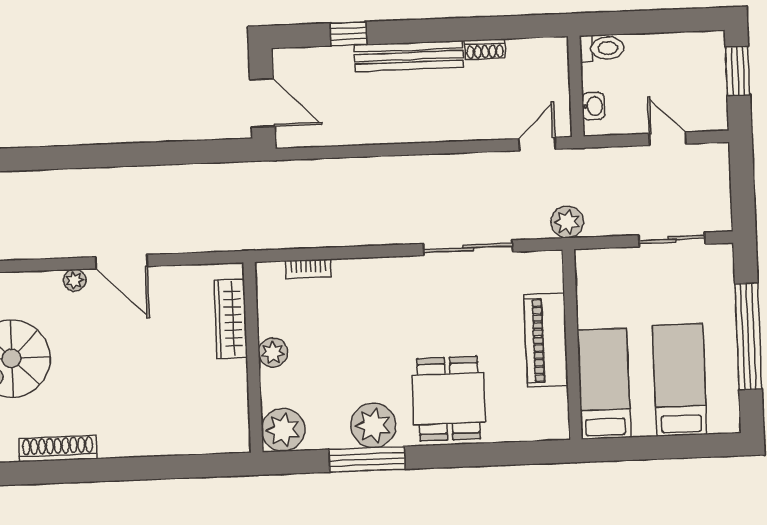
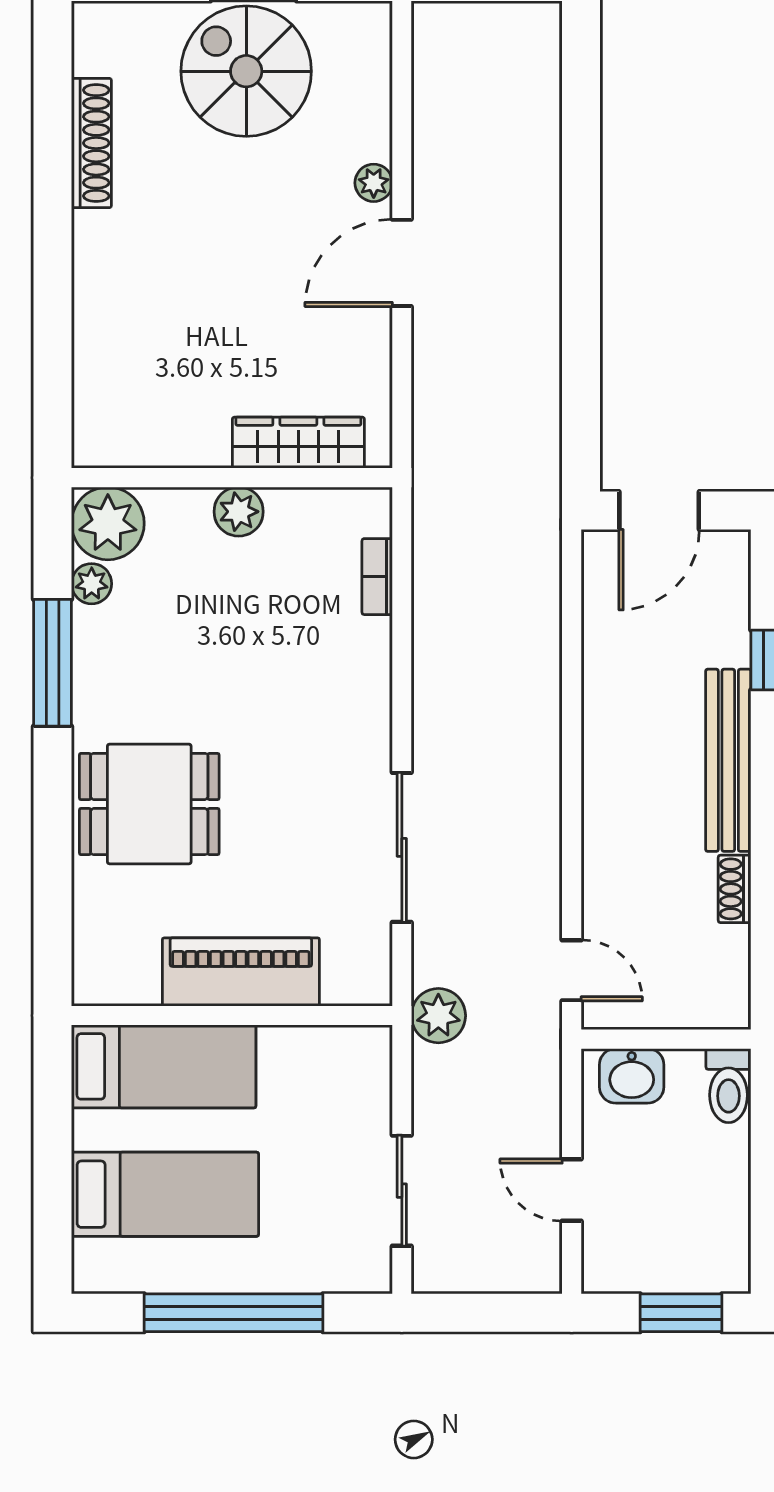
washbasin: (593, 106) -> (632, 1076), width x1.38, depth x1.45
door: (668, 139) -> (572, 1190), swing flipped
plant: (373, 425) -> (92, 584), moved, width x0.53, depth x0.53

